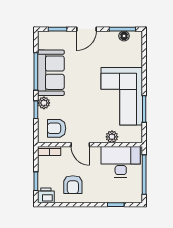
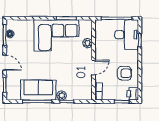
armchair: (57, 128) -> (81, 86), removed
desk: (121, 162) -> (127, 35), moved, turned 180

